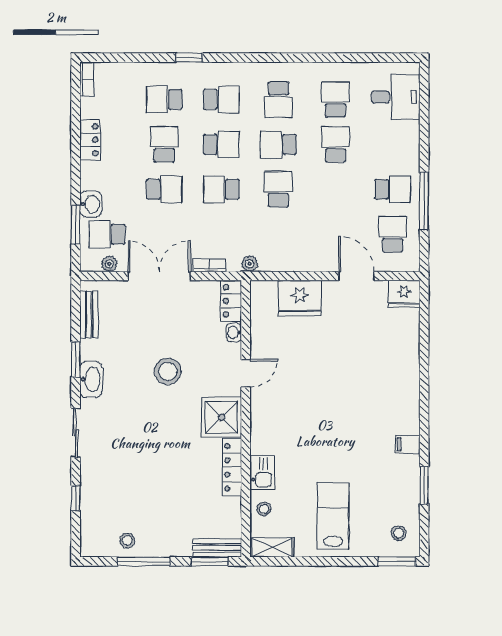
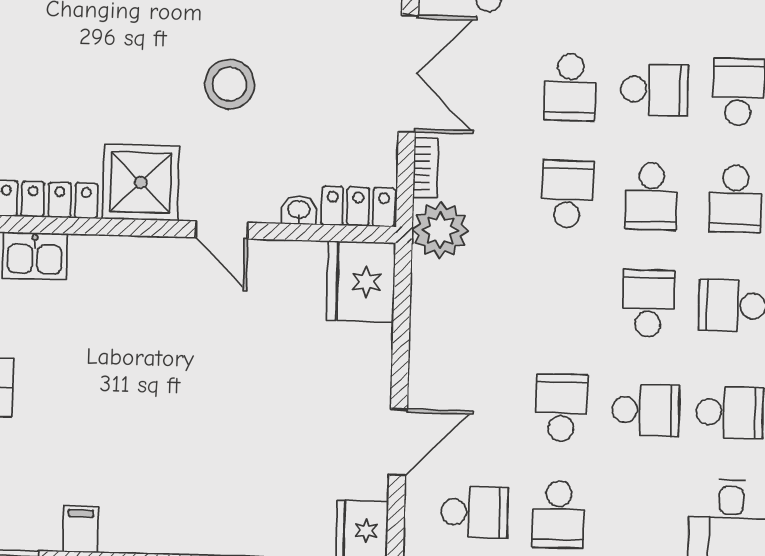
school desk: (278, 189) -> (561, 408), moved, turned -90
plant: (250, 264) -> (440, 230), width x1.88, depth x1.88
fridge: (300, 298) -> (361, 282), moved

